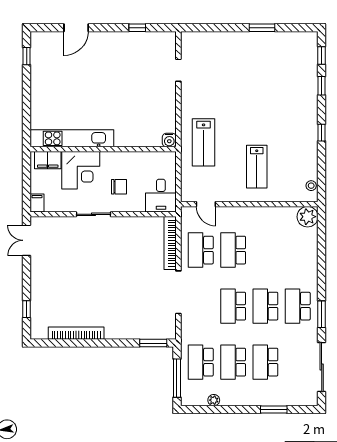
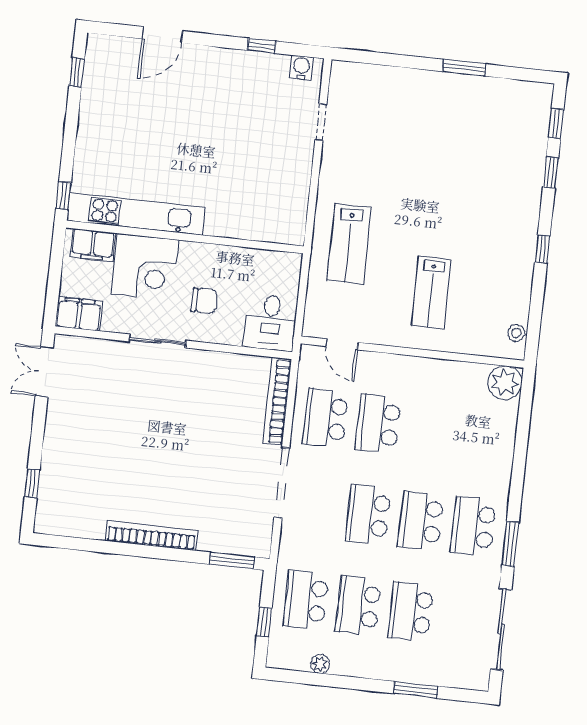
window: (27, 132) -> (63, 196), added
water cooler: (169, 140) -> (301, 67), moved, turned 180
filing cabinet: (37, 203) -> (79, 314), width x2.00
bookcase: (76, 333) -> (151, 536), moved
window: (177, 378) -> (264, 622), width x0.46

